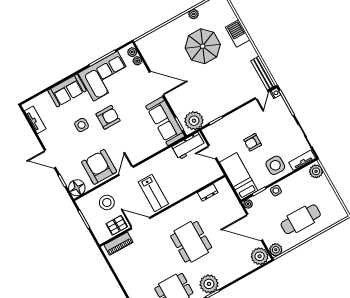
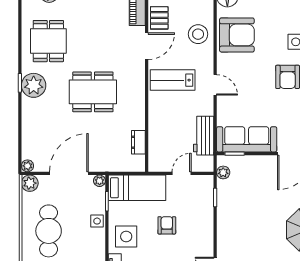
plant: (194, 121) -> (223, 172), width x0.53, depth x0.53
workbench: (188, 146) -> (204, 136), moved
door: (126, 171) -> (215, 85), moved
stool: (107, 202) -> (198, 34), moved
plant: (260, 256) -> (27, 166), width x0.53, depth x0.53

